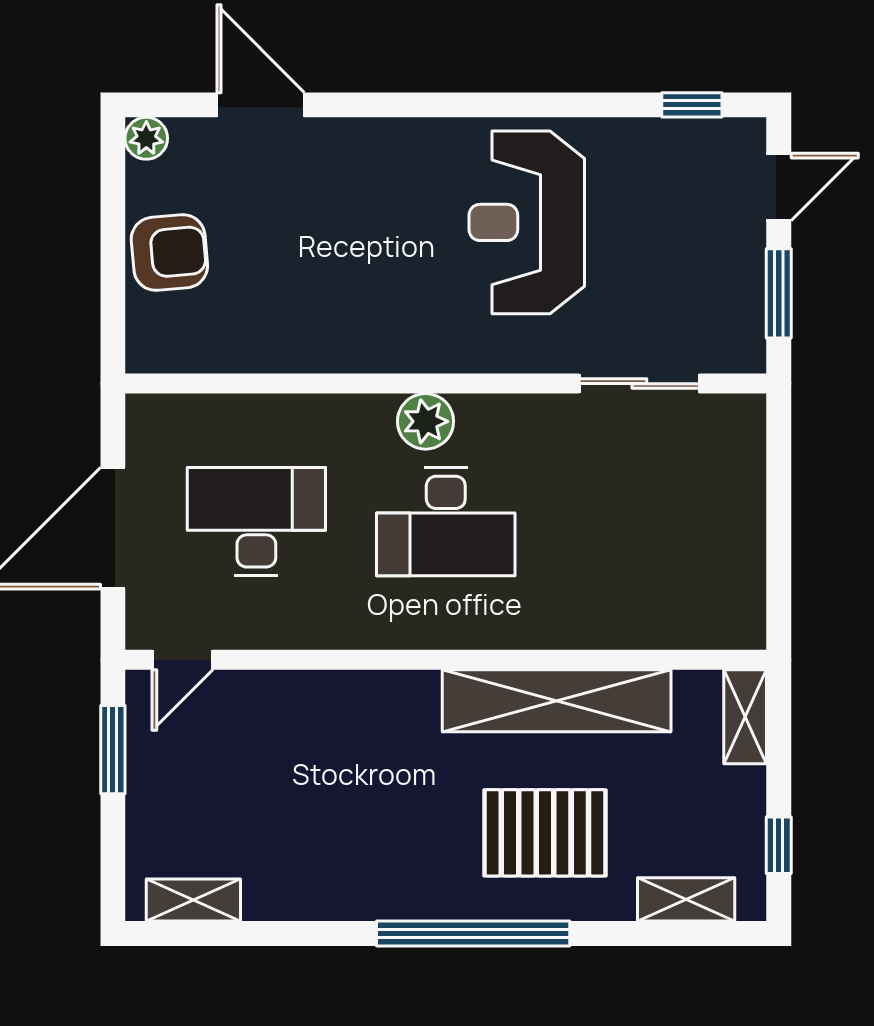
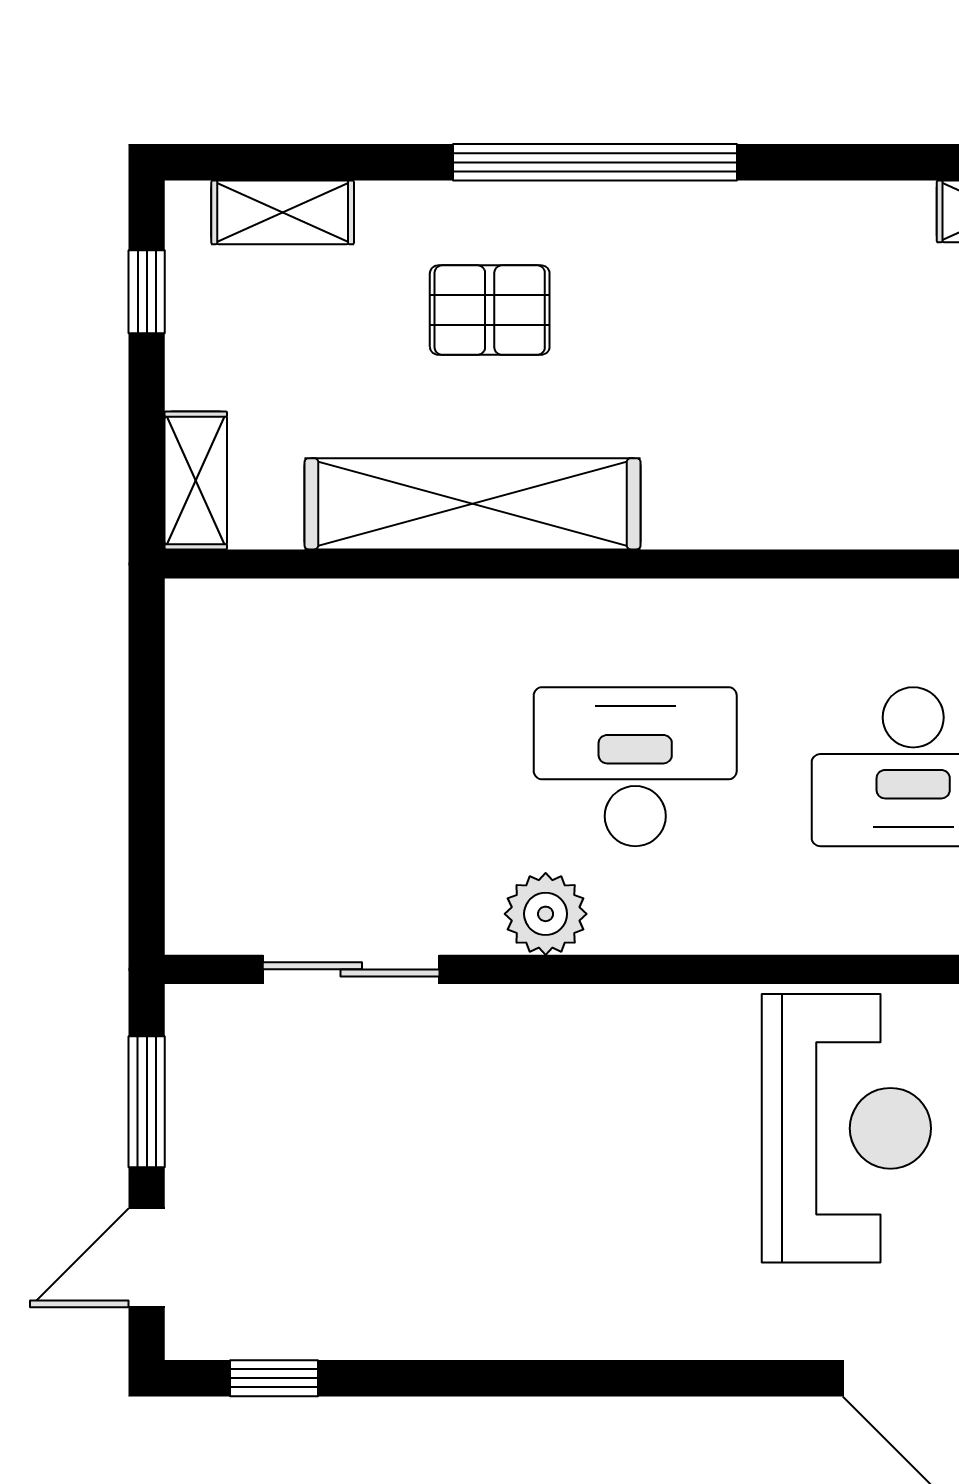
reception desk: (527, 222) -> (846, 1128), moved
plant: (426, 421) -> (546, 914), moved
pallet: (545, 833) -> (490, 310), width x0.67, depth x0.71

